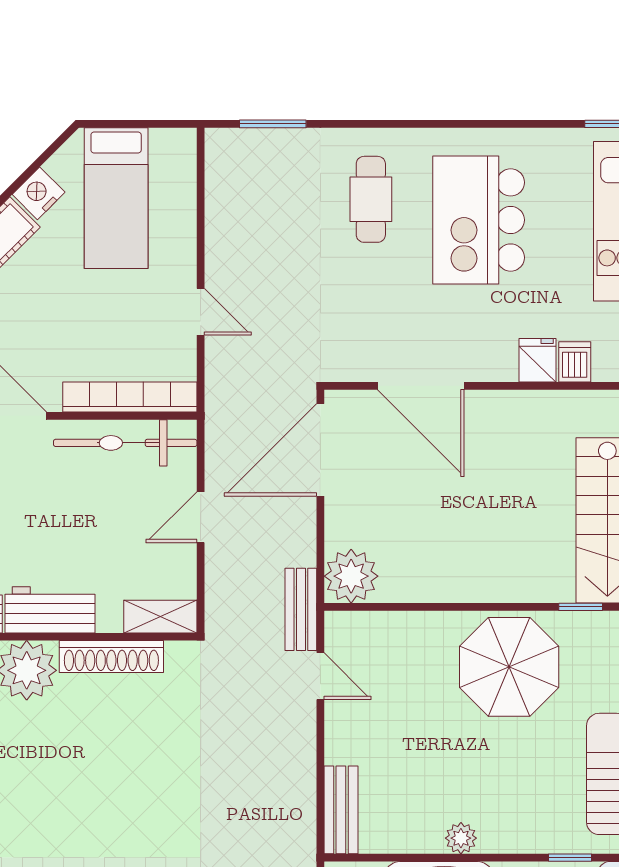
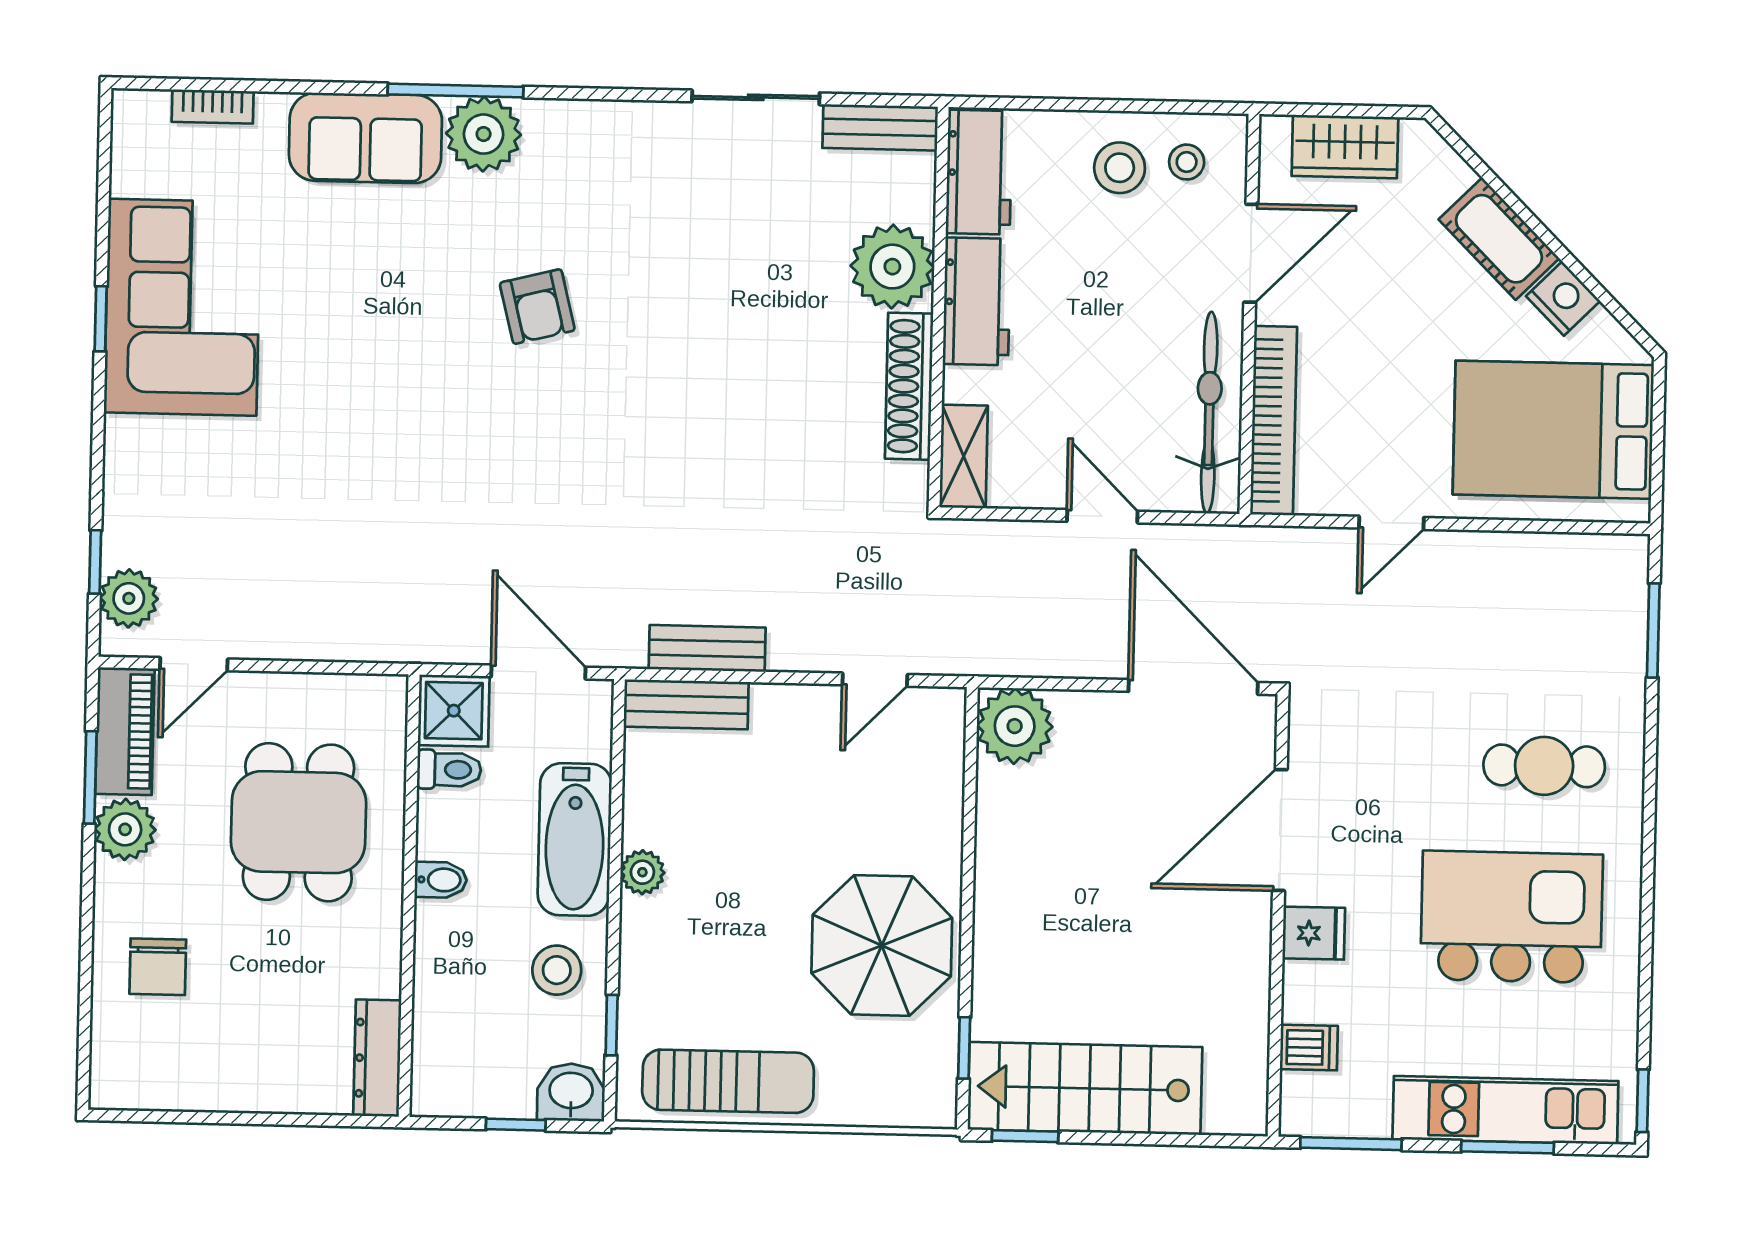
bed: (116, 198) -> (1553, 430), width x1.50
fridge: (538, 360) -> (1314, 933), moved
bench: (301, 609) -> (707, 648), moved

